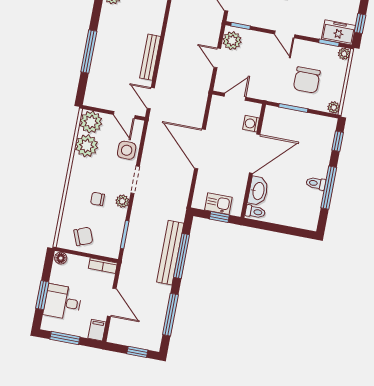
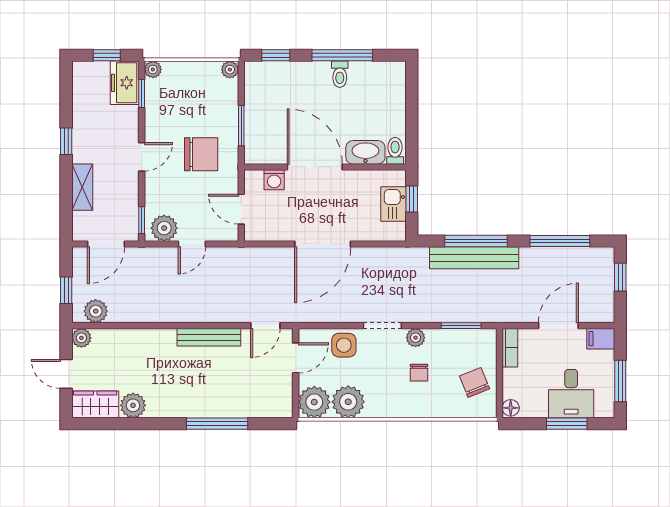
chair: (307, 80) -> (201, 154), moved

